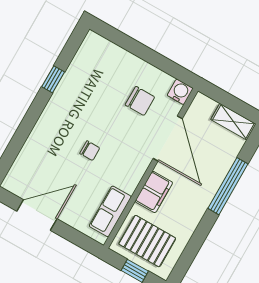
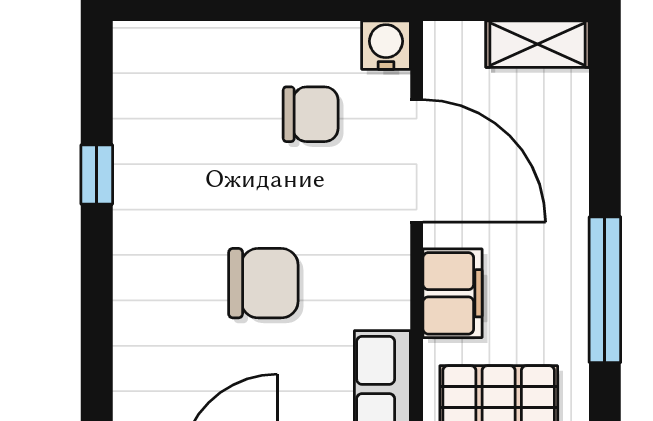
chair: (90, 151) -> (263, 283), width x1.87, depth x1.87
window: (228, 186) -> (605, 290), moved

